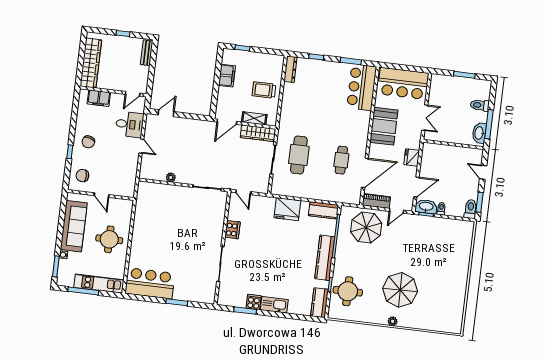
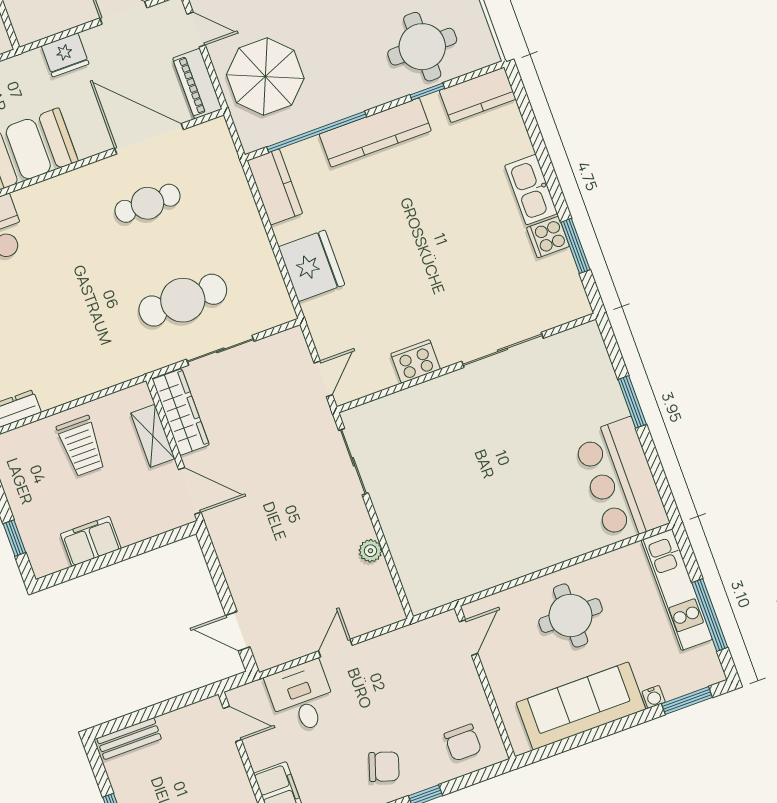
door: (102, 195) -> (468, 638), moved

